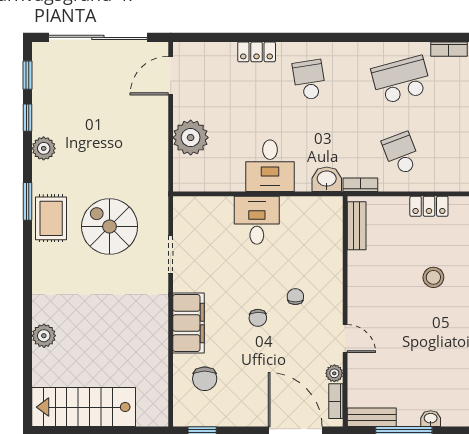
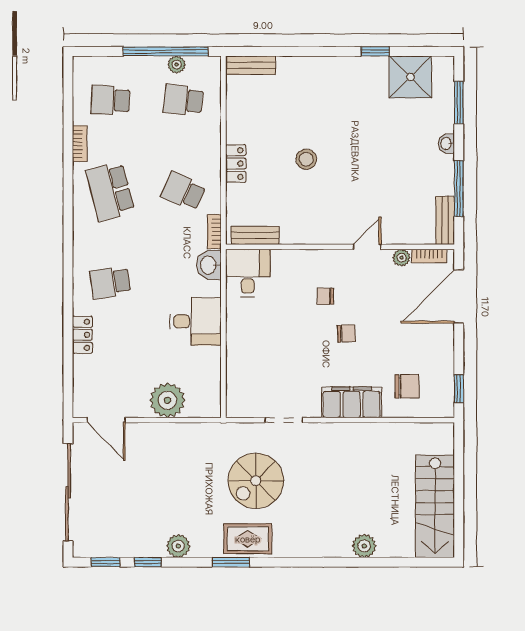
school desk: (401, 154) -> (183, 191), turned 45
desk: (257, 220) -> (248, 273), moved, turned 90
washbasin: (431, 419) -> (446, 144), moved

